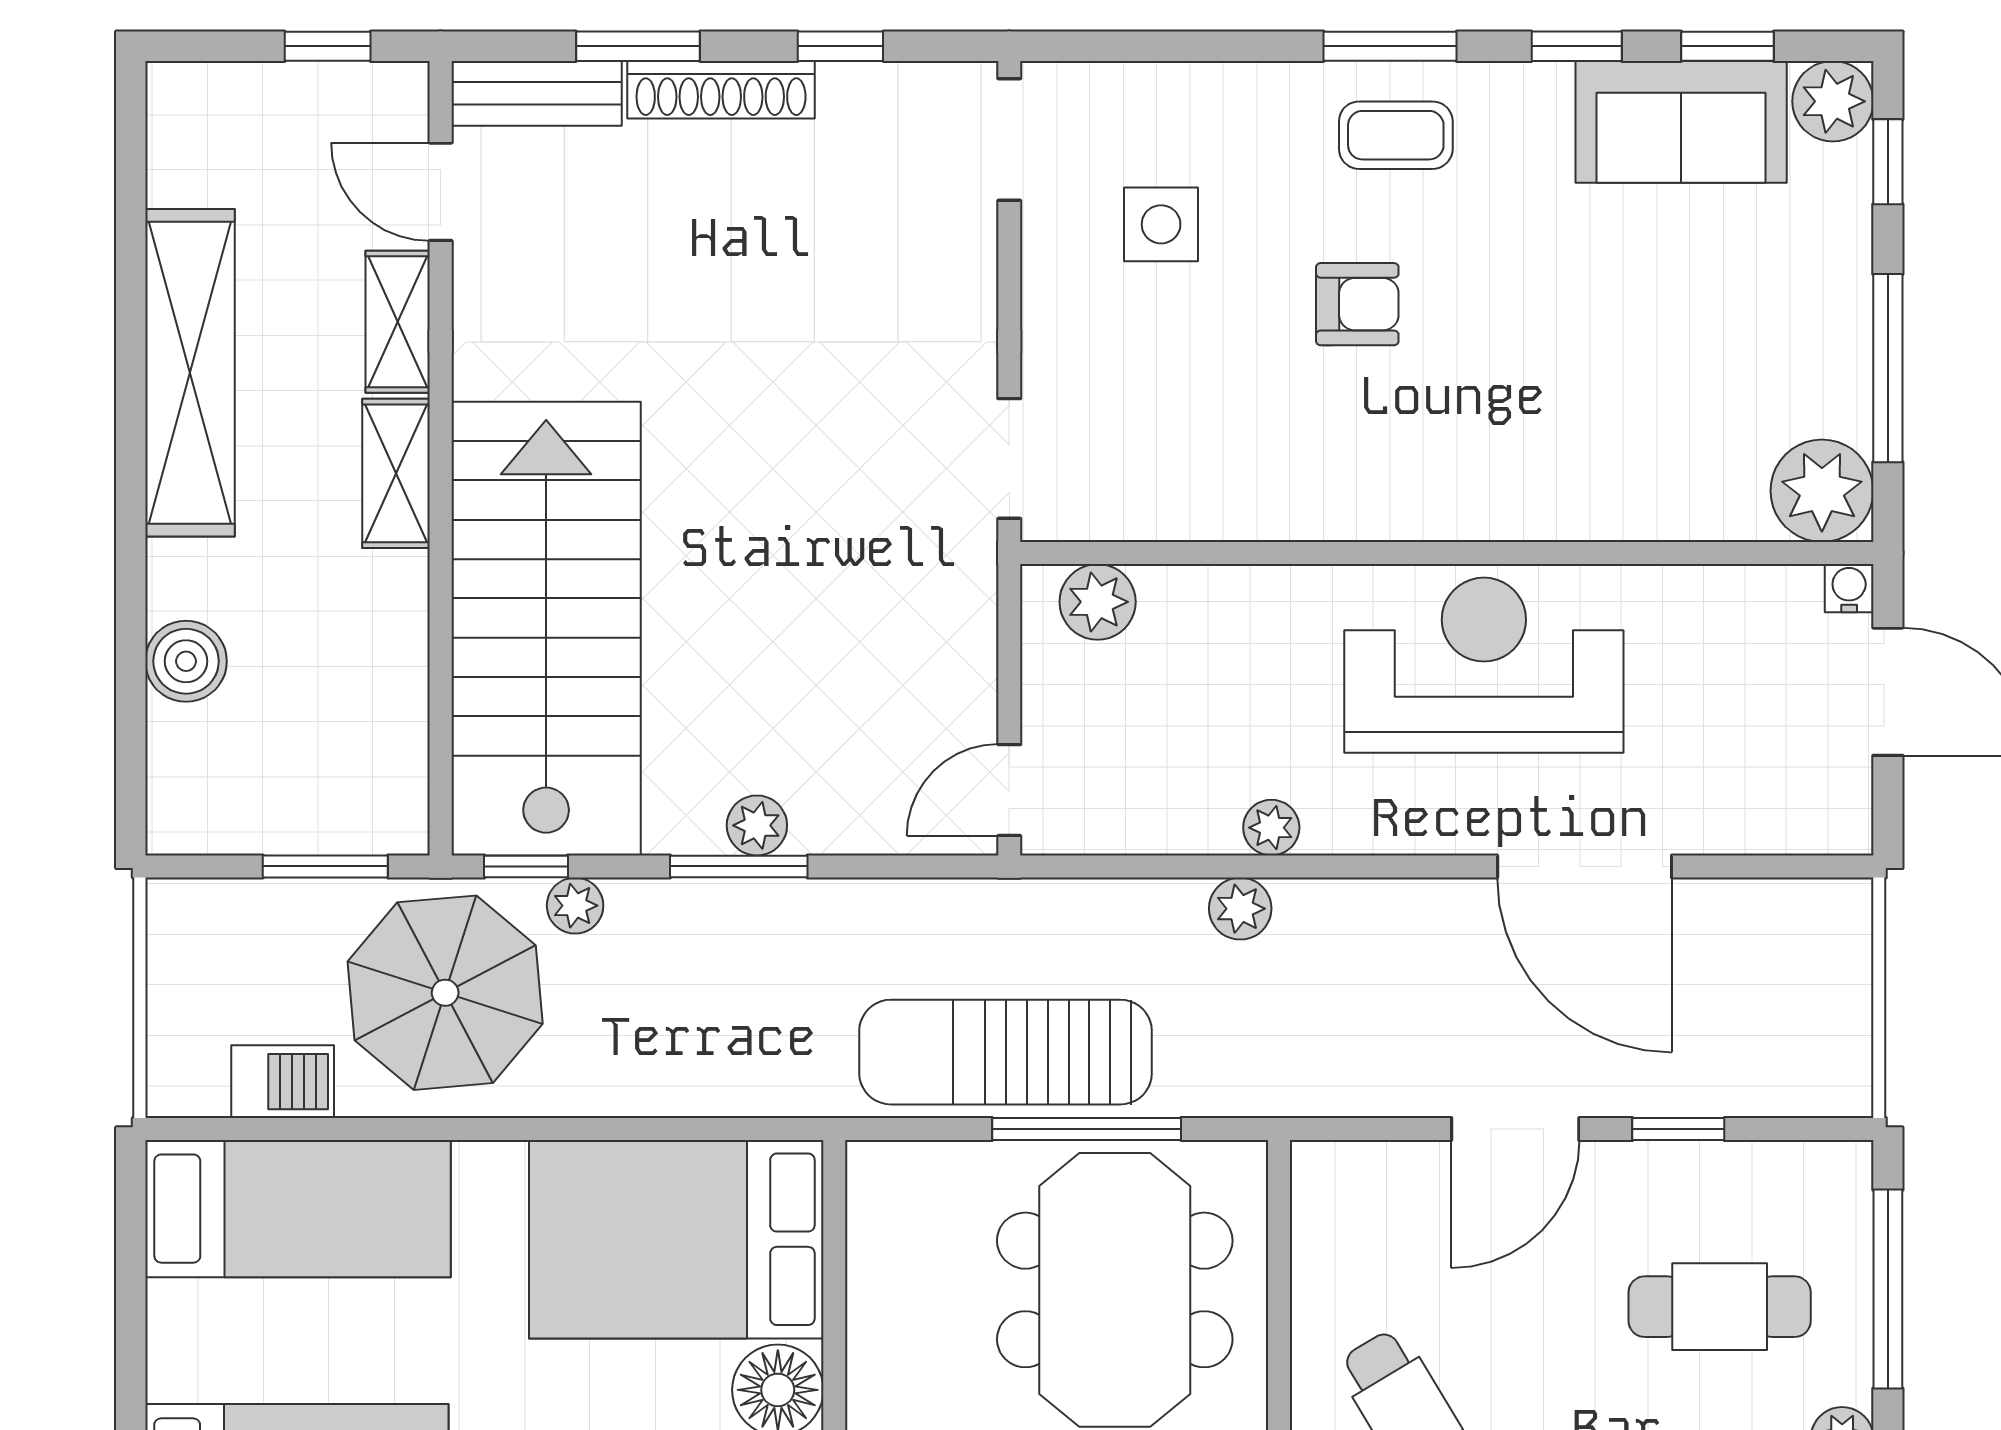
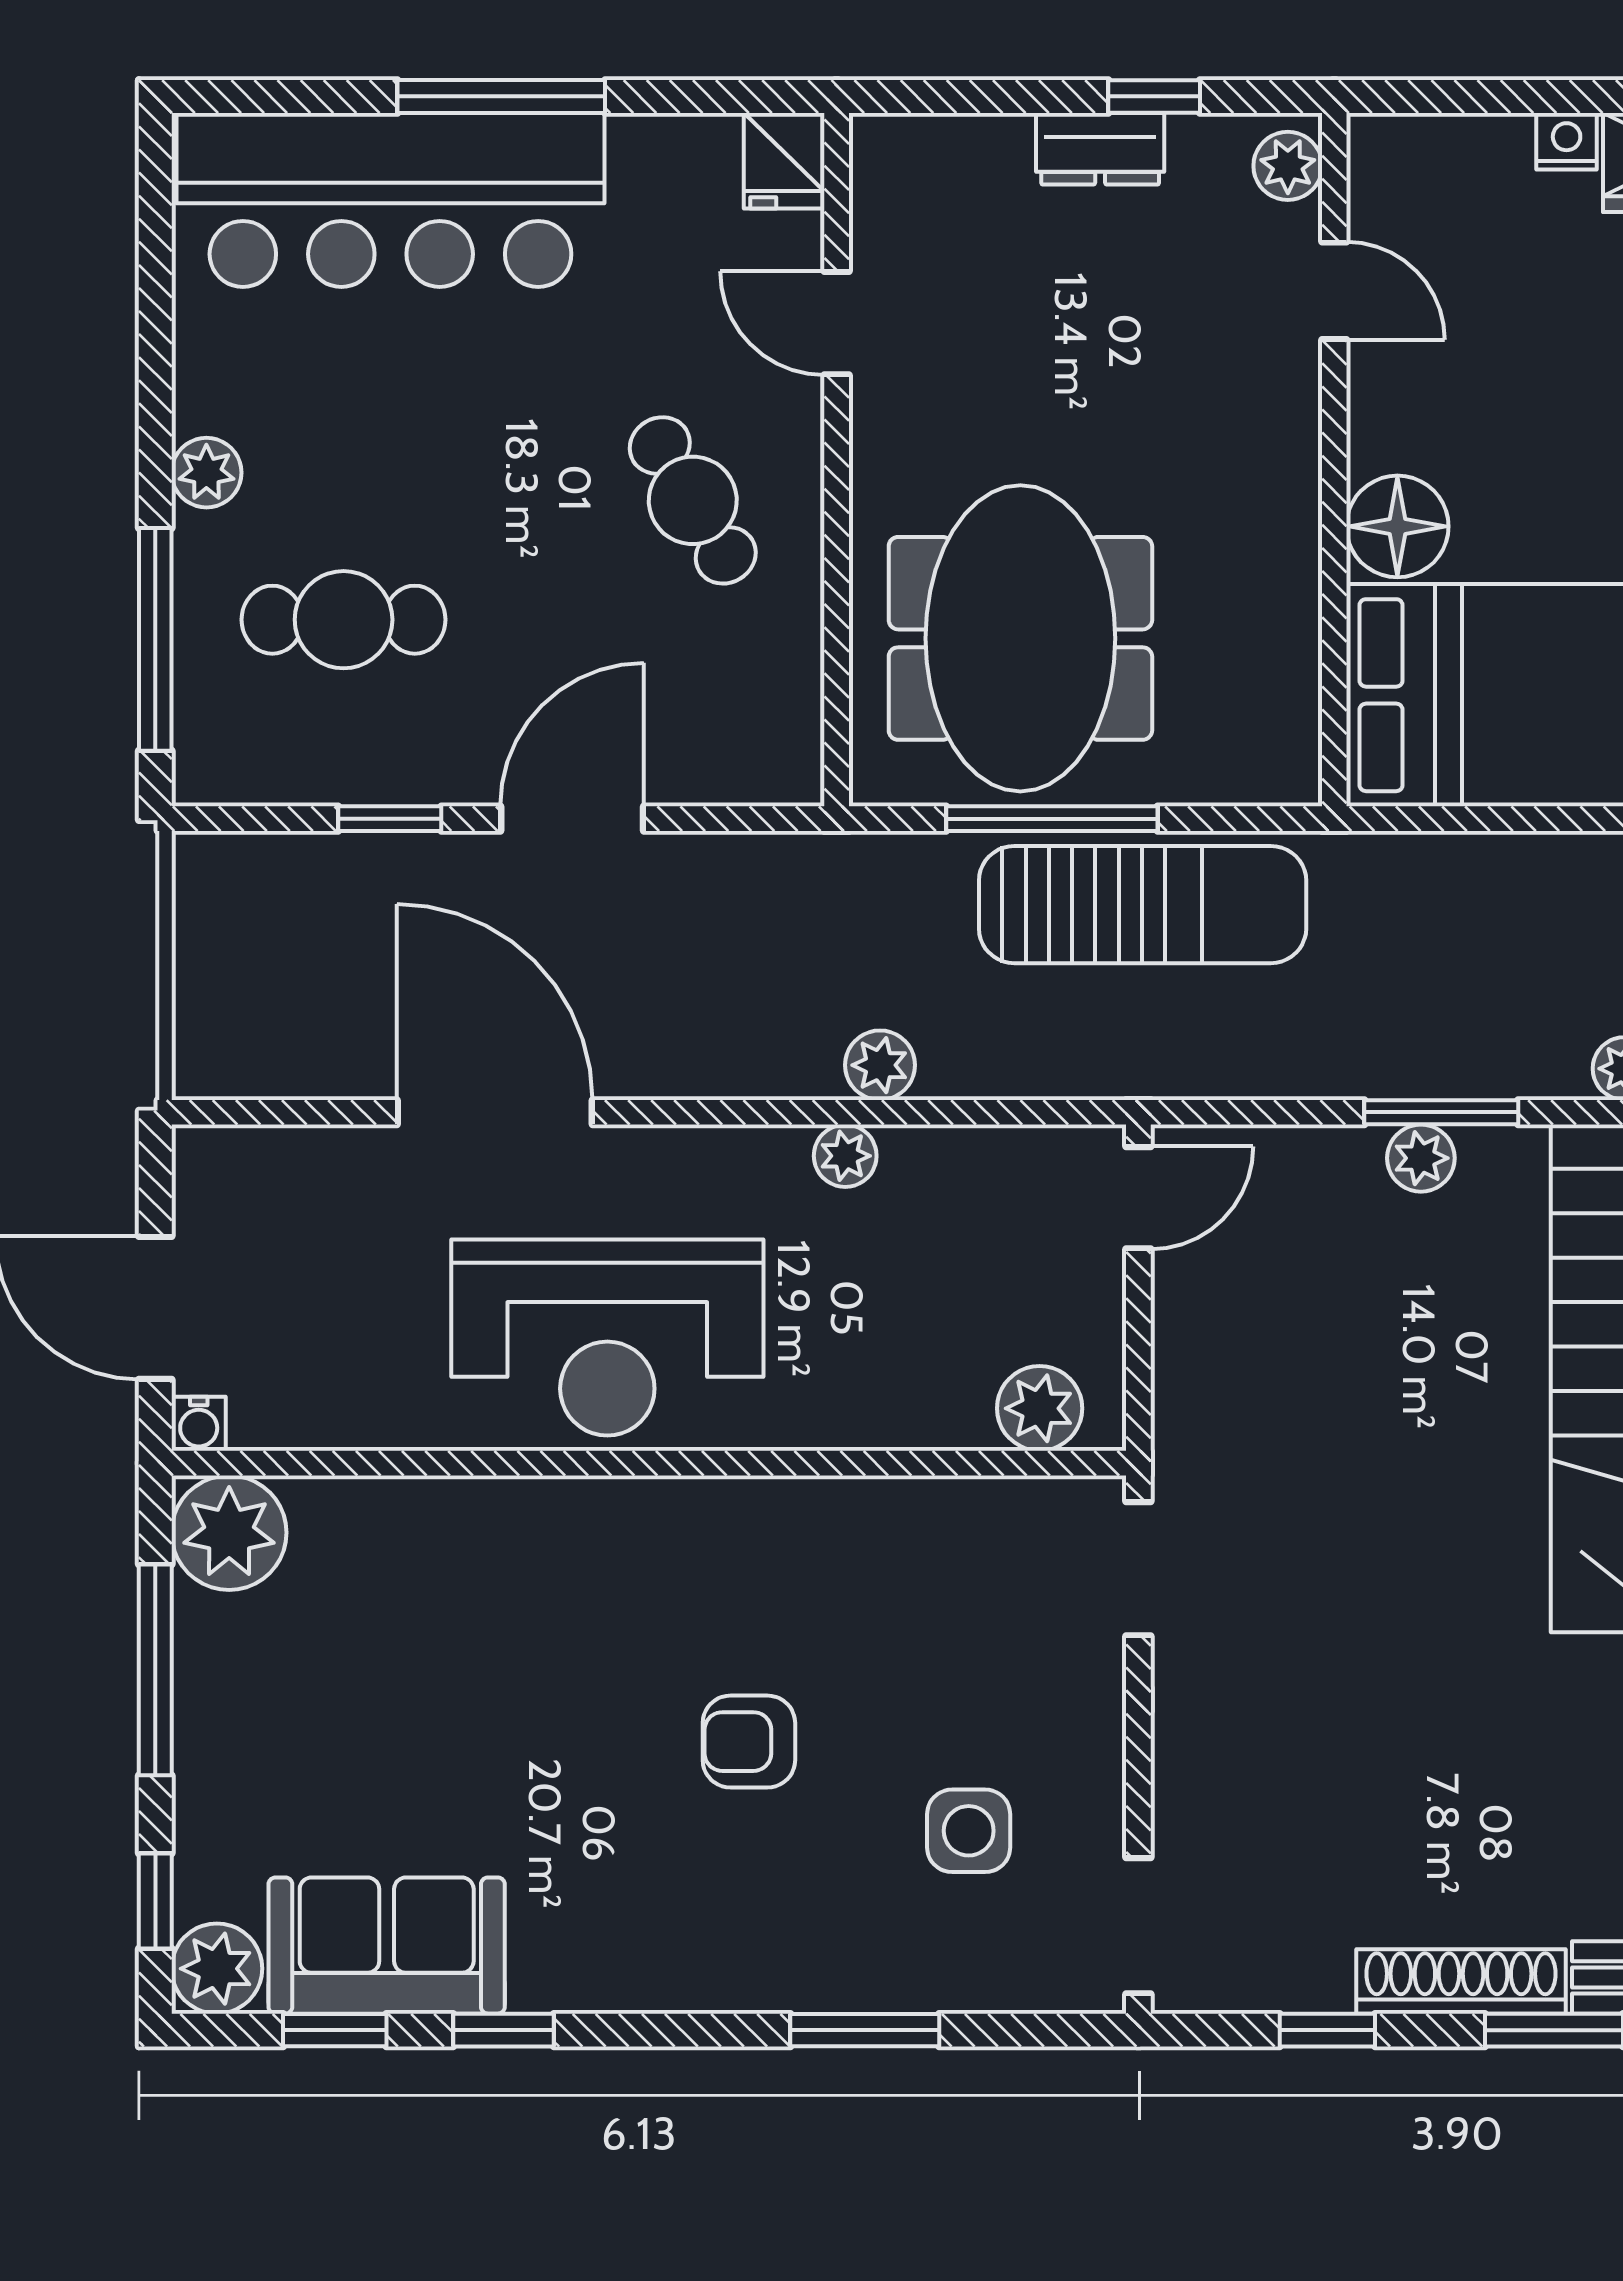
window: (1390, 46) -> (865, 2030), moved
coffee table: (1396, 135) -> (706, 1931), removed

